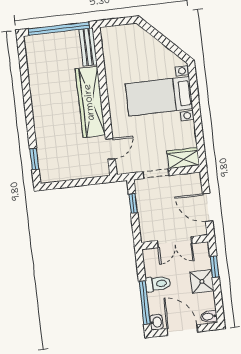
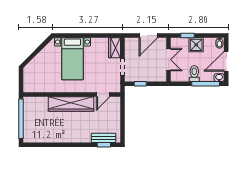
bench: (88, 47) -> (103, 138), moved
door: (110, 149) -> (103, 94), swing flipped

